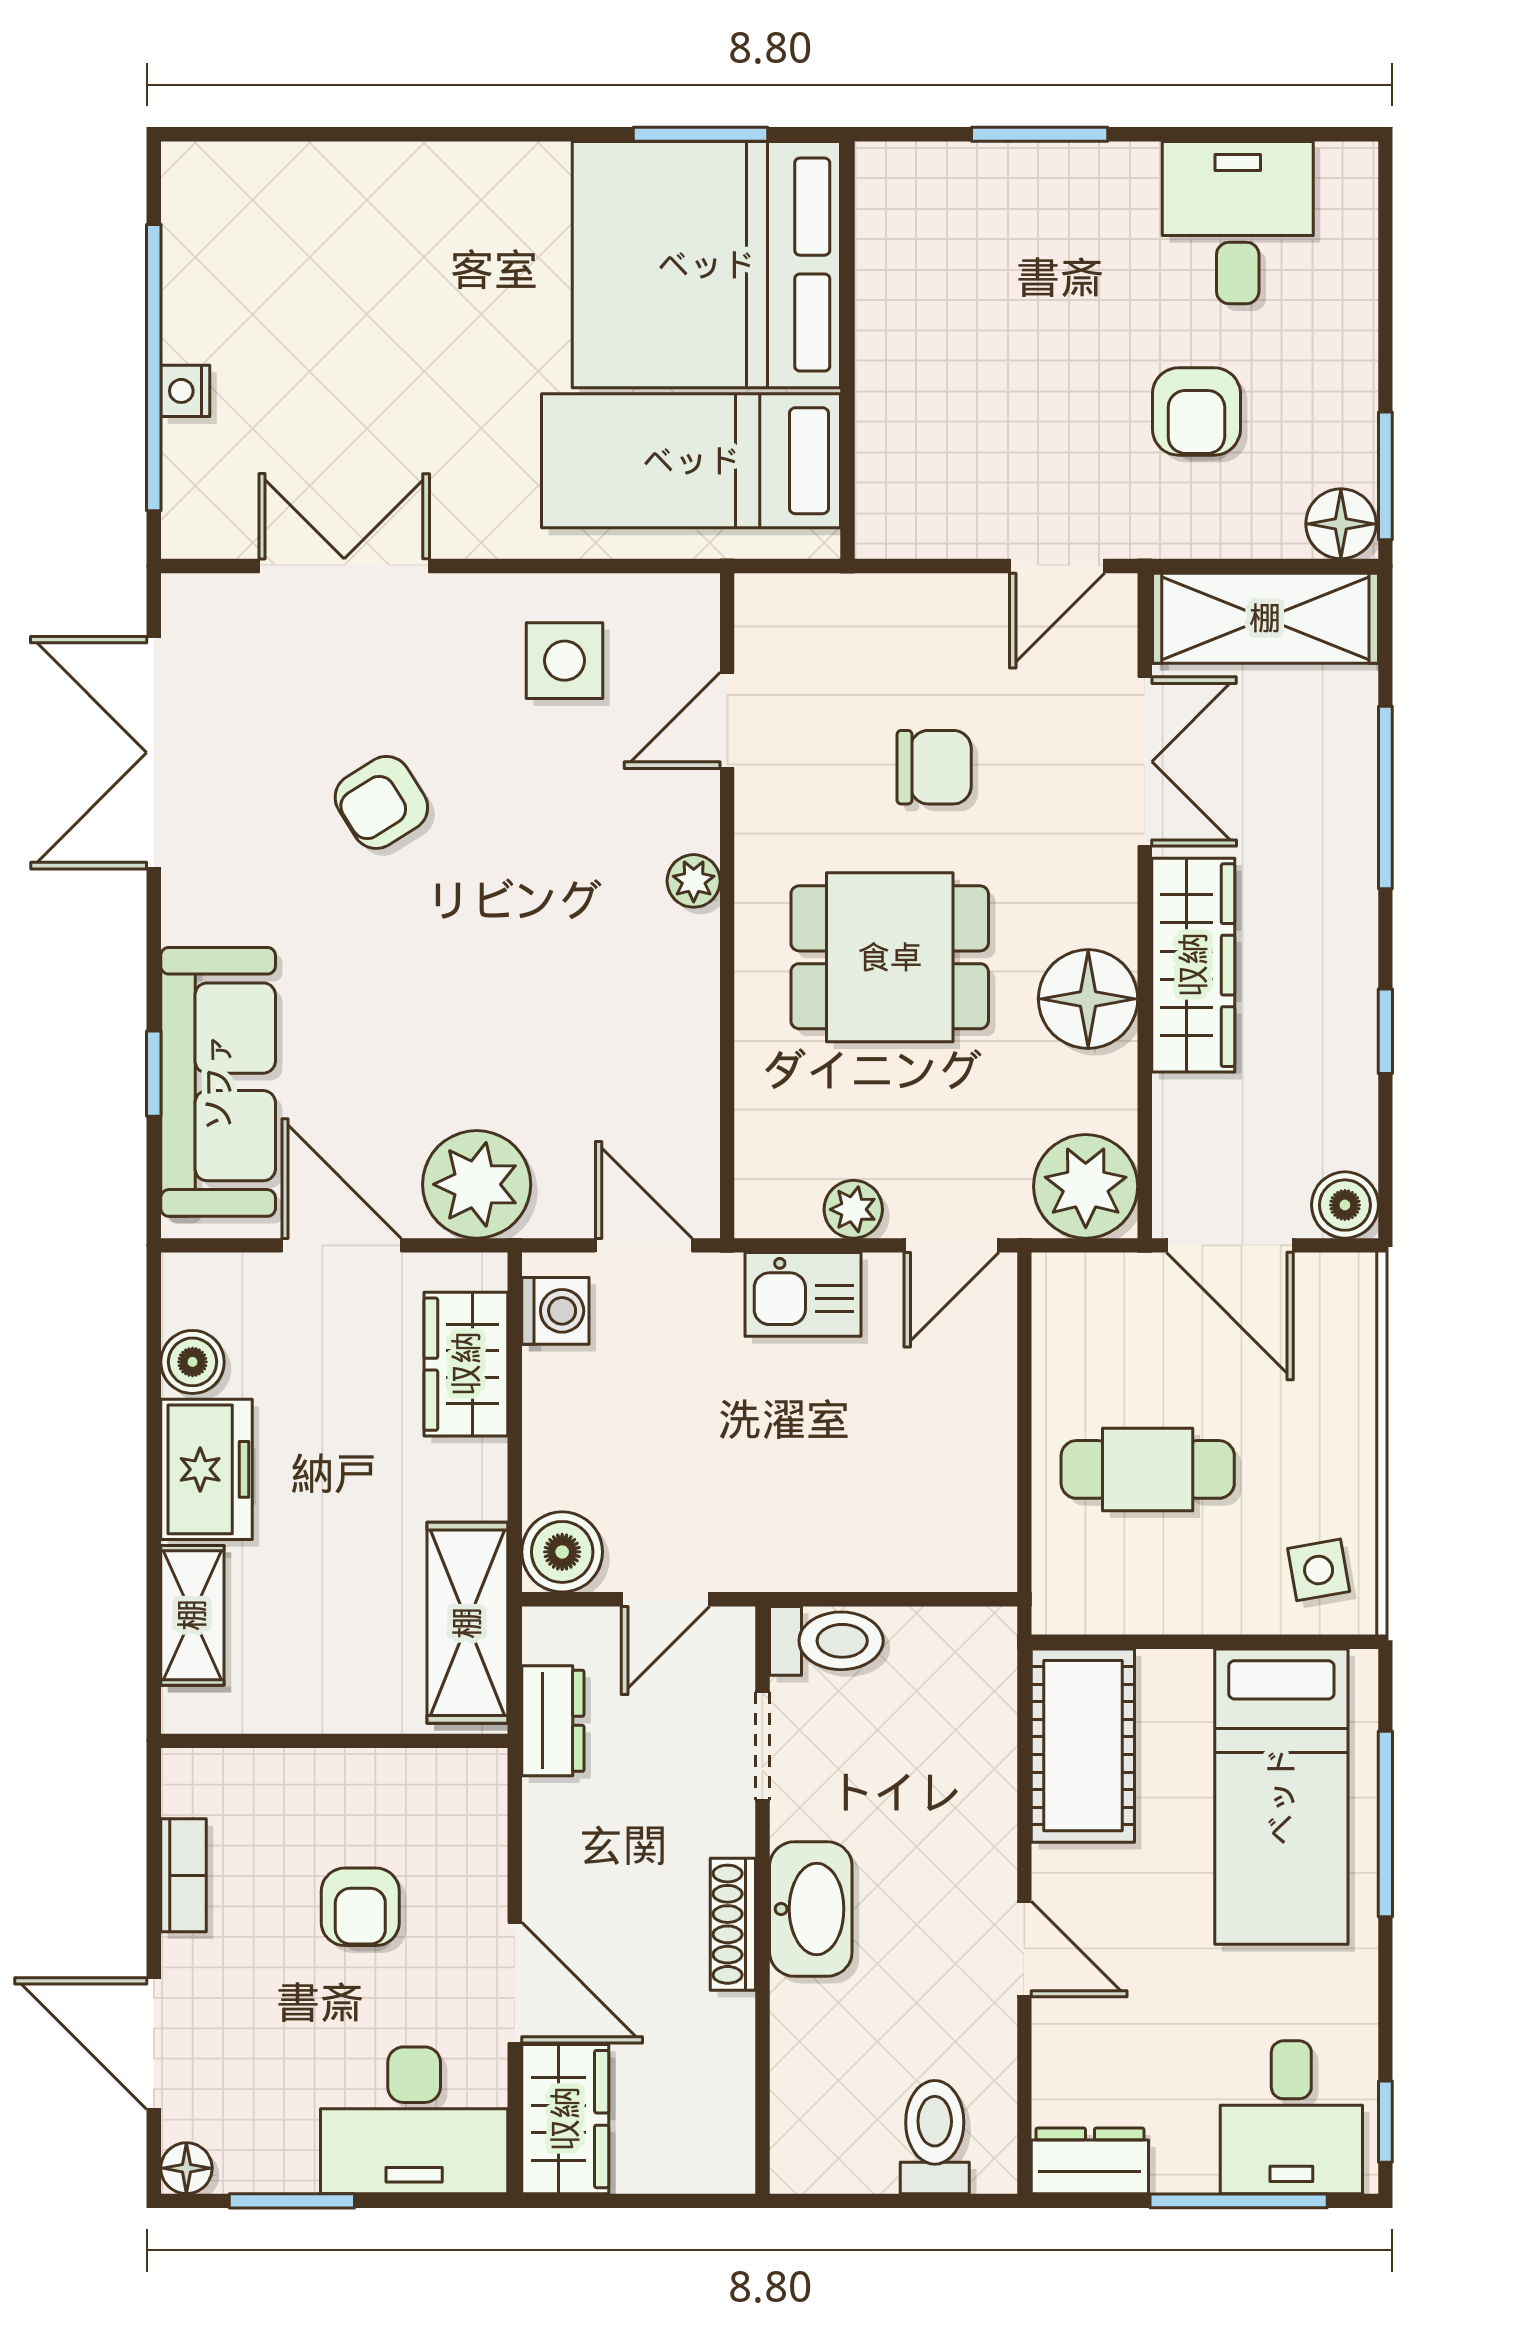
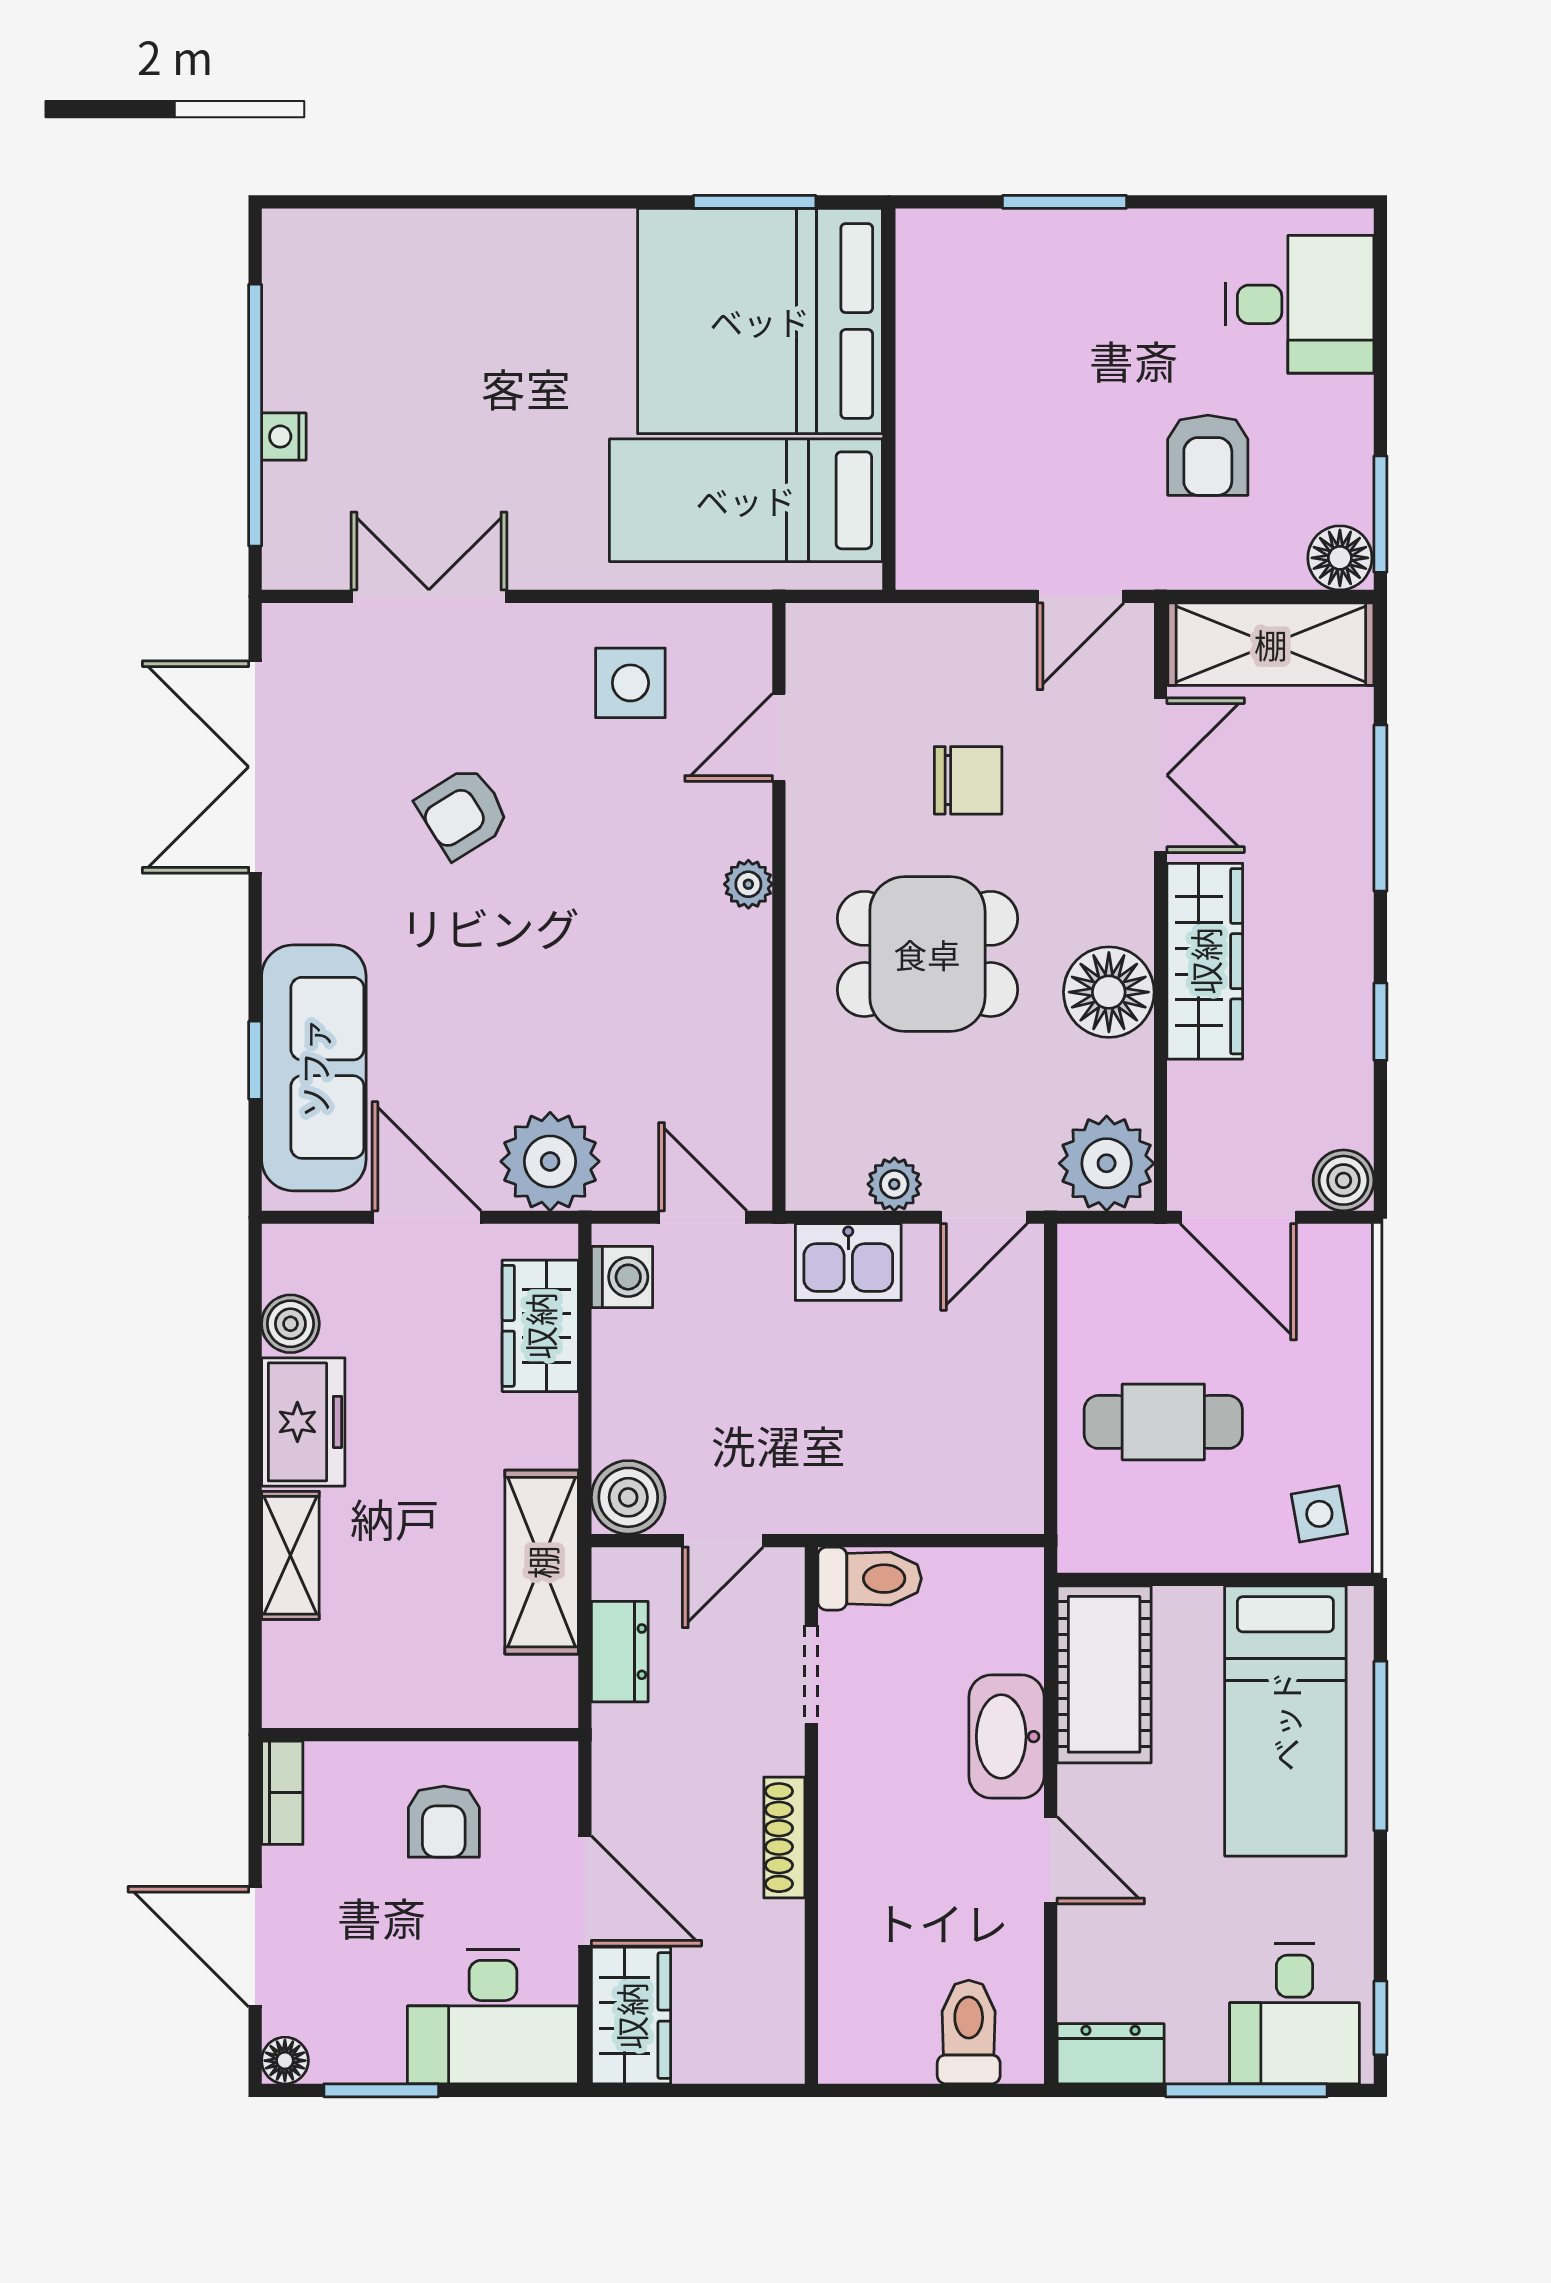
desk: (1238, 223) -> (1300, 304), moved, turned 90
wall: (334, 1741) -> (420, 1735), moved
washbasin: (811, 1909) -> (1006, 1737), moved, turned 180

